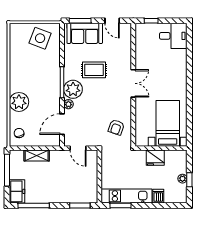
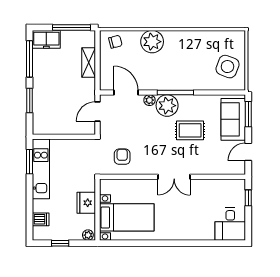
rug: (94, 70) -> (190, 130), turned 90
armchair: (116, 127) -> (122, 157), turned 71
plant: (182, 179) -> (88, 235), moved
dishwasher: (158, 196) -> (41, 219), moved
window: (80, 206) -> (30, 100), moved

